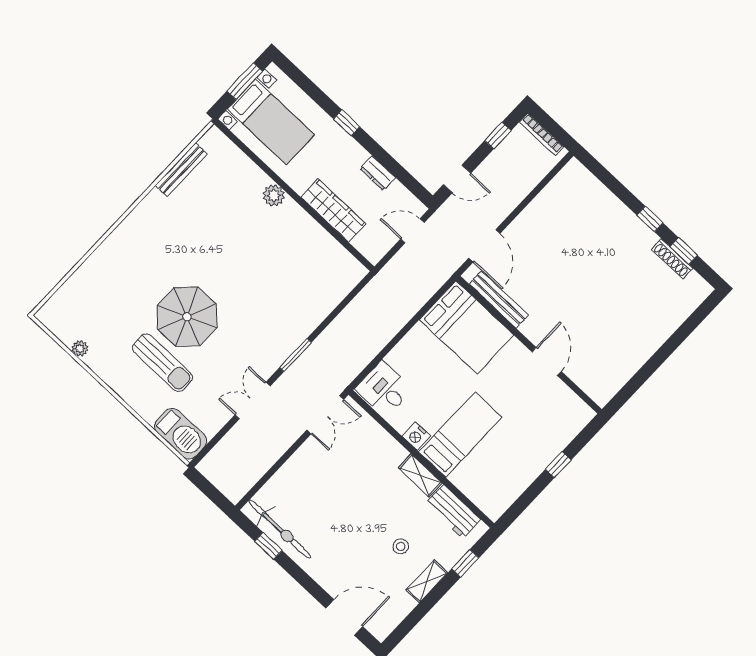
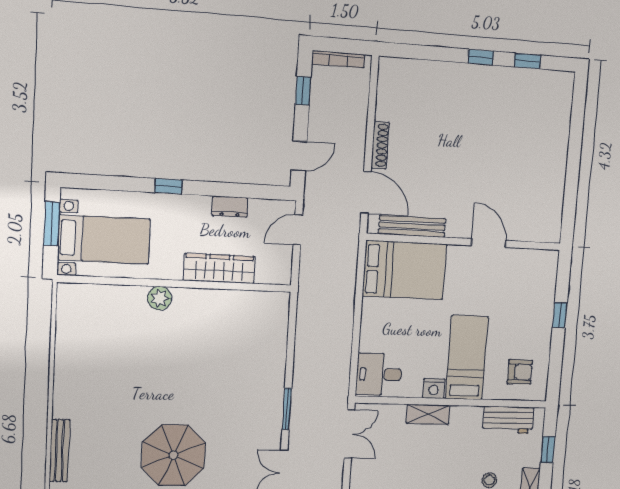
bench: (181, 170) -> (59, 451), moved
shoe rack: (672, 259) -> (380, 145), moved, turned -90
shelving: (420, 475) -> (428, 414), moved
armchair: (492, 482) -> (520, 372), added

